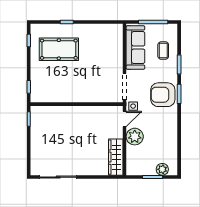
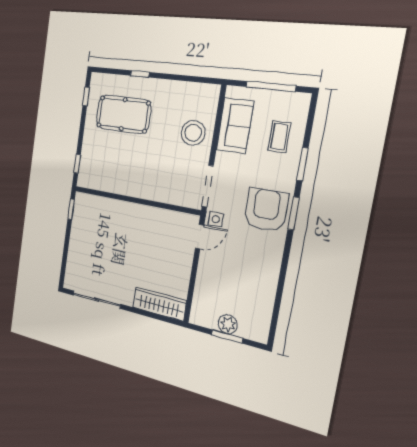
sofa: (135, 48) -> (235, 126), width x0.73
stool: (109, 55) -> (193, 133), added
armchair: (163, 95) -> (266, 210), turned 90
plant: (135, 137) -> (210, 267), removed
wardrobe: (116, 157) -> (159, 304), moved, turned 90
plant: (162, 169) -> (228, 324), moved

